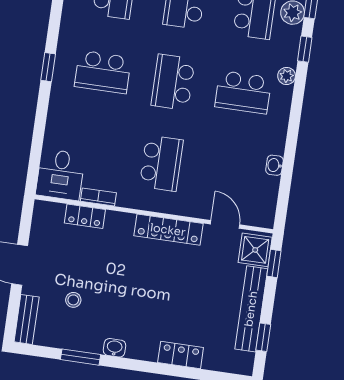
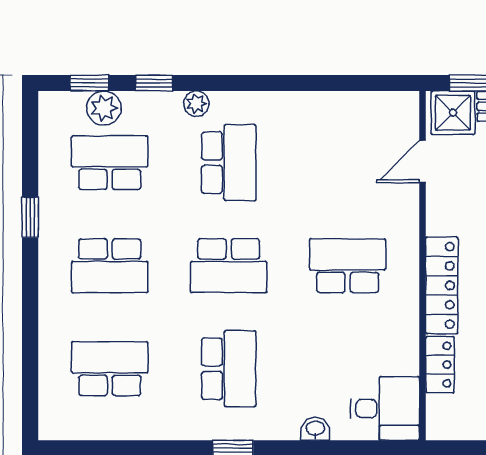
washbasin: (274, 165) -> (315, 429), moved, turned 180
bookcase: (98, 197) -> (409, 349), removed
locker: (168, 230) -> (442, 285), moved

